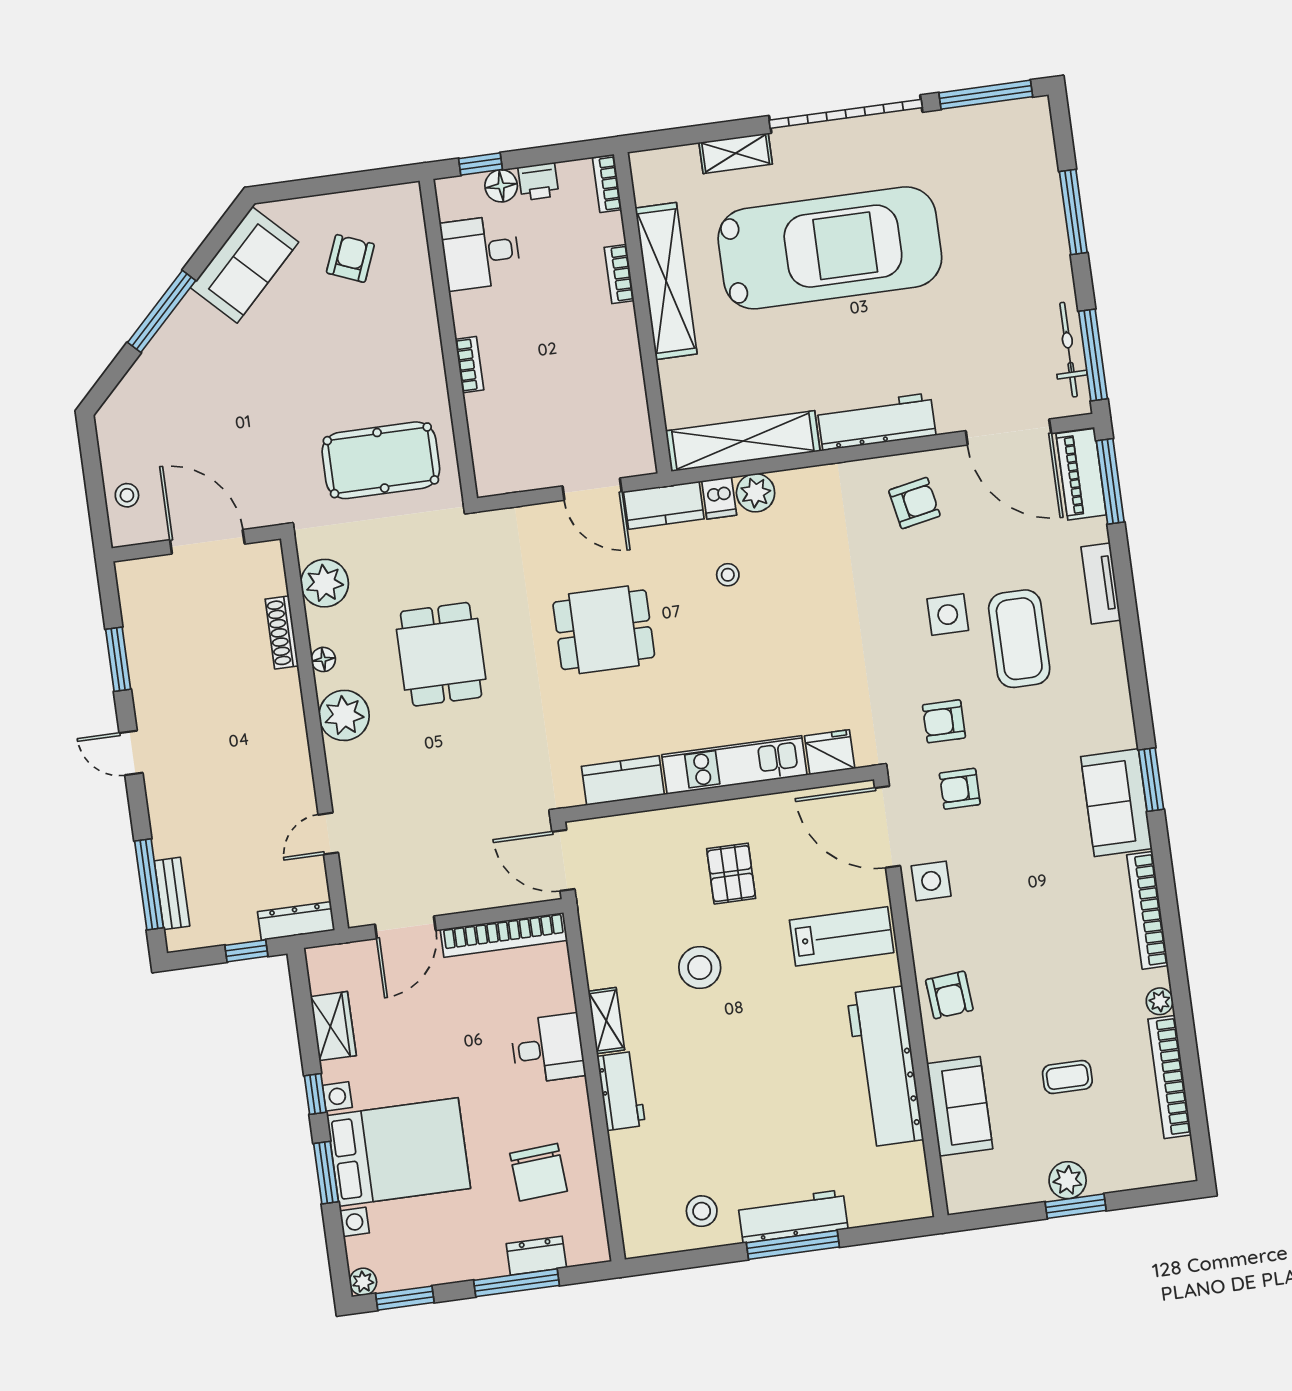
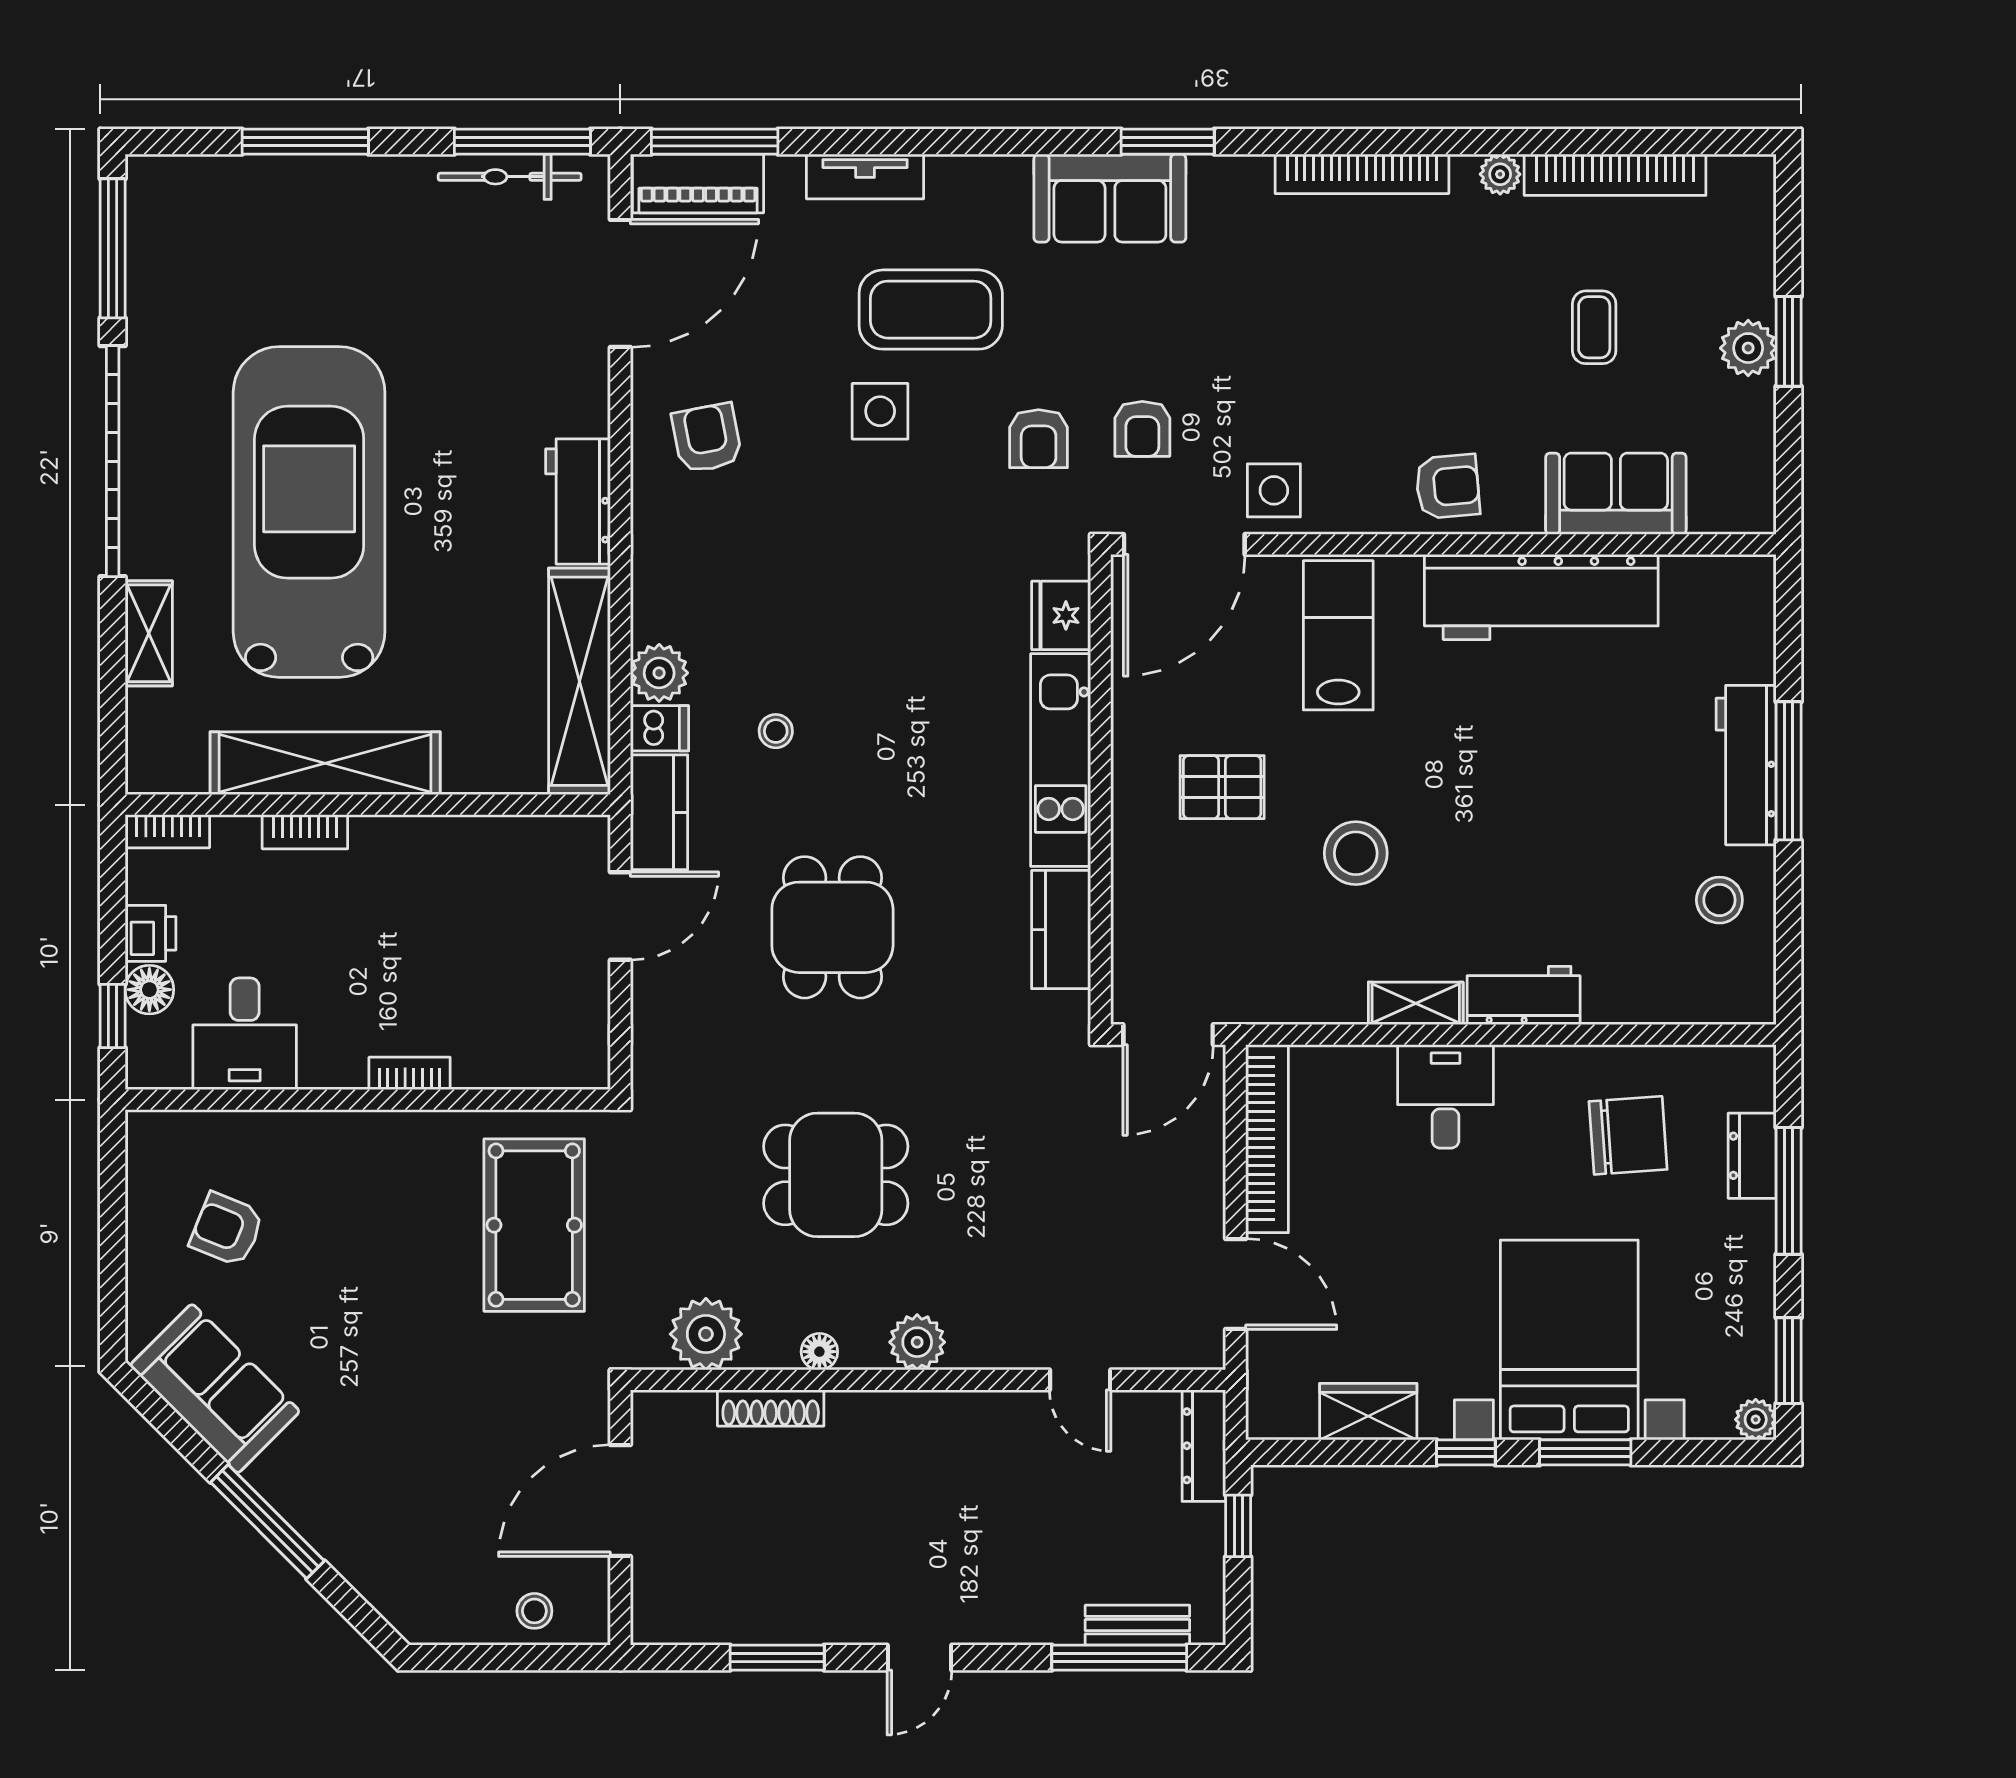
workbench: (877, 422) -> (578, 501), width x0.73
plant: (344, 715) -> (917, 1342), width x0.73, depth x0.73
sofa: (1116, 803) -> (1110, 198), moved

